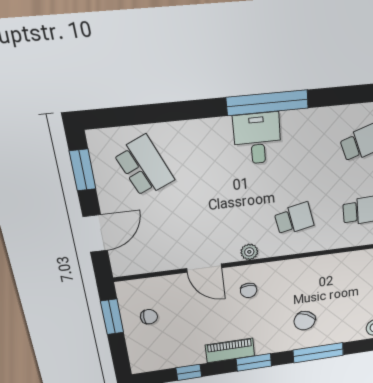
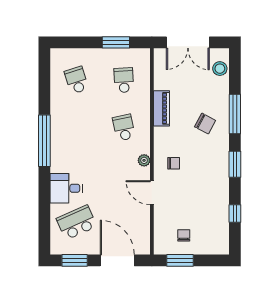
desk: (257, 139) -> (66, 188), moved
door: (95, 234) -> (117, 260), width x1.36
door: (204, 268) -> (152, 193), swing flipped
piano: (230, 350) -> (162, 108), moved, turned 180

